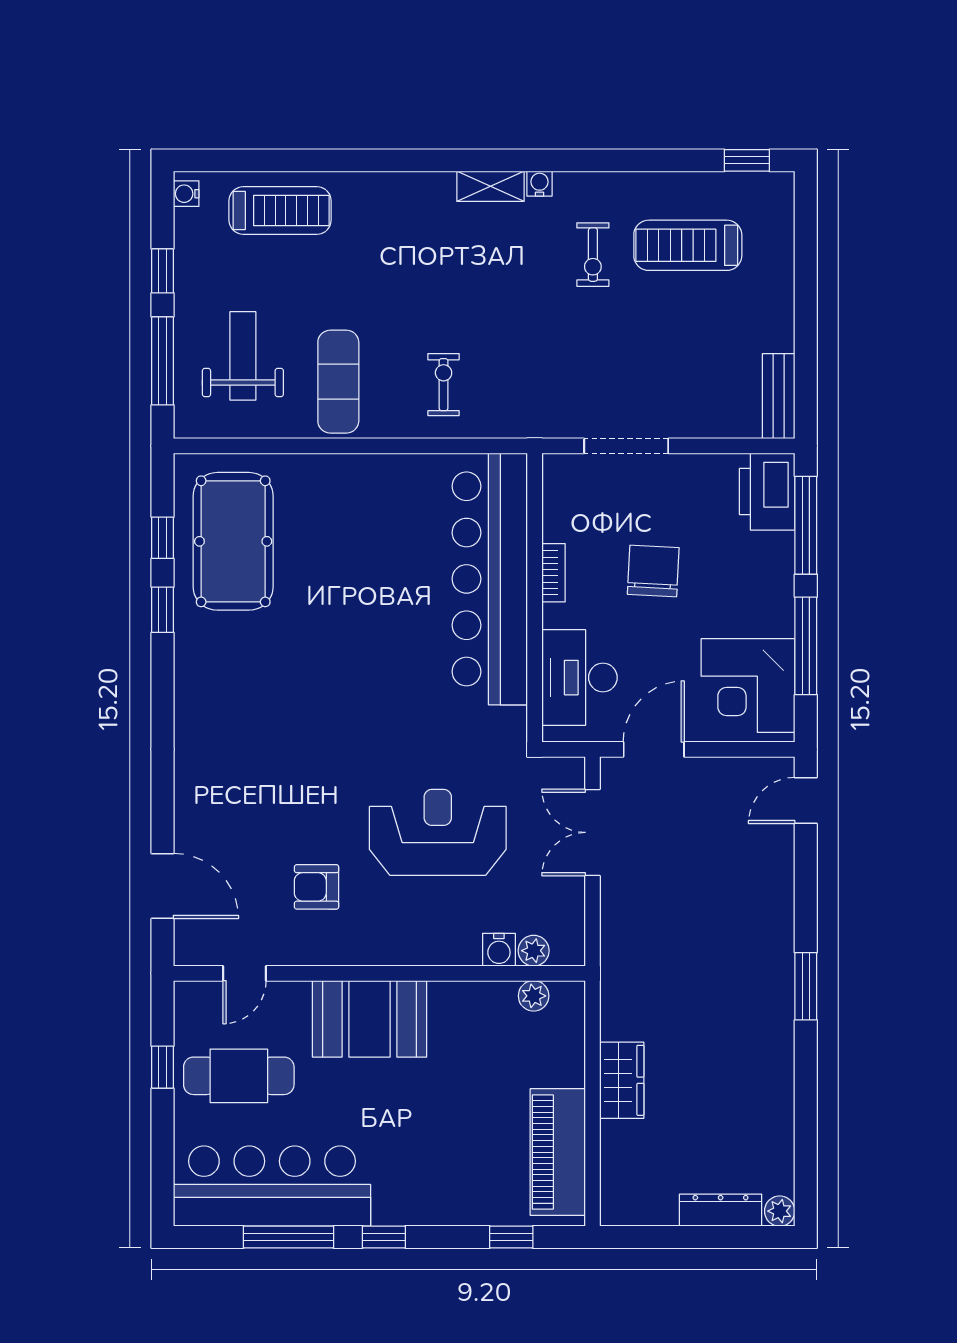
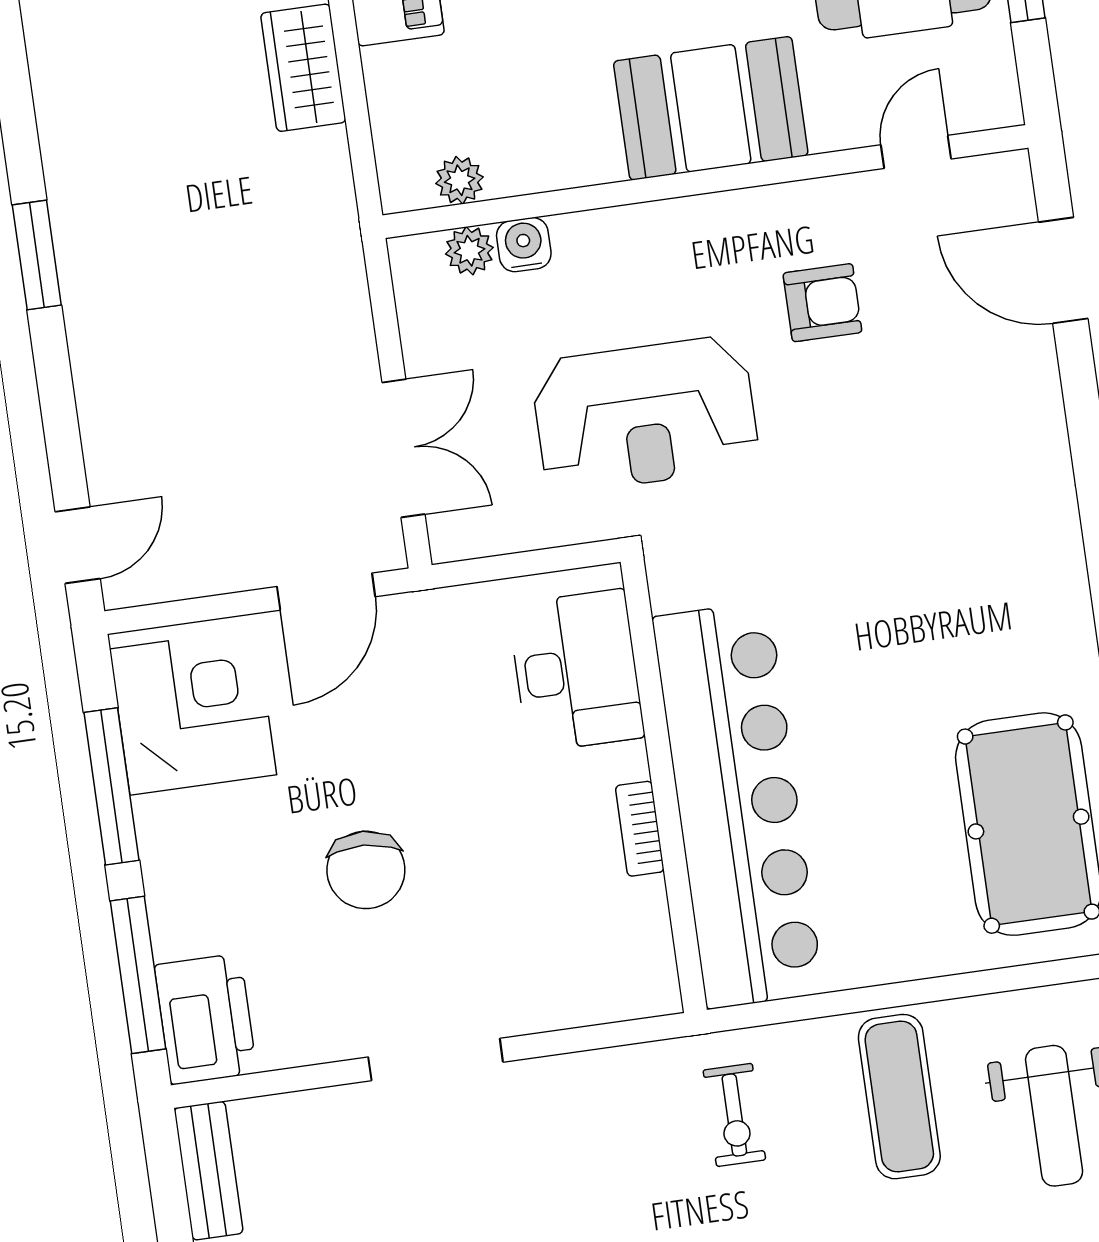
bookcase: (554, 573) -> (640, 829), moved
bar counter: (490, 579) -> (738, 805), moved
wall: (535, 598) -> (664, 786), moved
desk: (580, 678) -> (576, 671), moved

